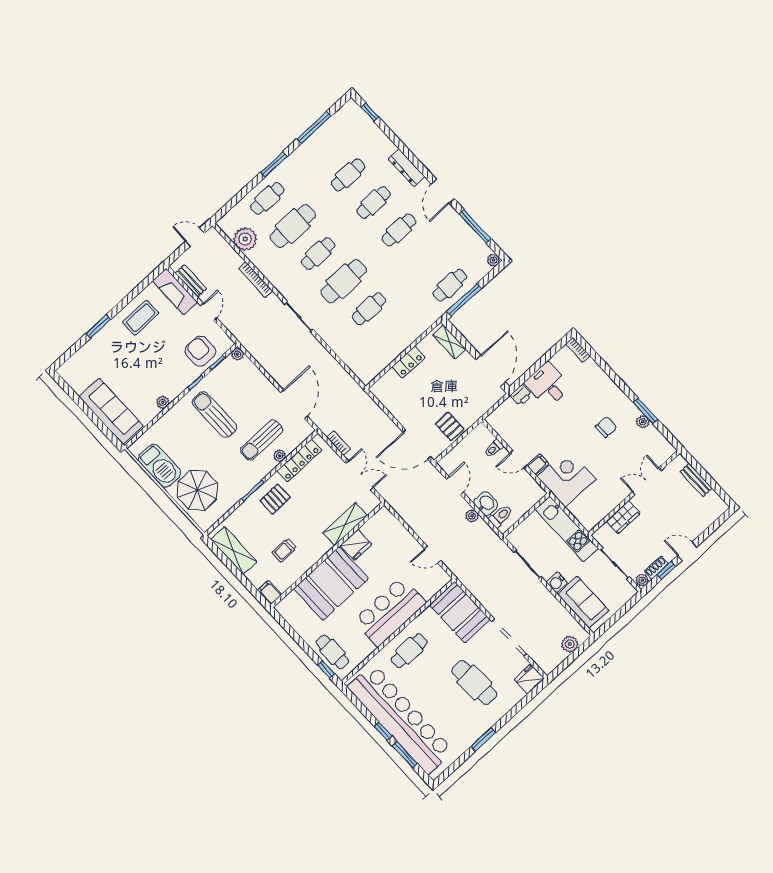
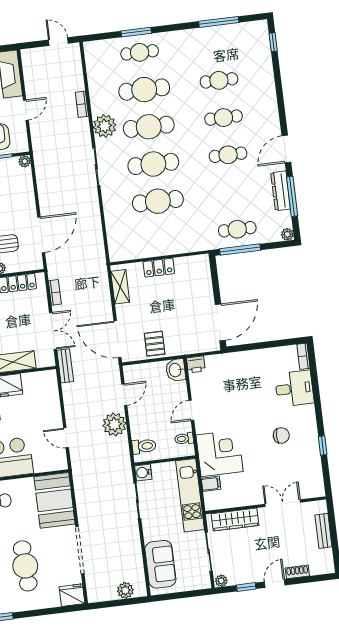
window: (274, 164) -> (136, 32), moved
dresser: (407, 168) -> (281, 191), moved
plant: (245, 239) -> (105, 126), moved
cafe table: (318, 254) -> (149, 127), width x1.37, depth x1.35
bookcase: (256, 280) -> (82, 104), width x0.64
bench: (191, 281) -> (65, 366), moved
cafe table: (369, 309) -> (158, 201), width x1.37, depth x1.35
shelving: (449, 342) -> (120, 287), moved
desk: (548, 385) -> (294, 389), moved, turned 90
printer: (521, 395) -> (196, 364), moved
window: (646, 411) -> (323, 445), width x0.67
plant: (643, 422) -> (314, 452), removed
toilet: (494, 448) -> (184, 439), moved
door: (518, 459) -> (191, 410), hinge flipped
filing cabinet: (538, 464) -> (211, 484), moved
washbasin: (486, 504) -> (176, 370), moved, turned 180
plant: (472, 516) -> (114, 424), width x1.88, depth x1.88
wardrobe: (623, 517) -> (235, 520), width x1.50
door: (687, 551) -> (275, 584), hinge flipped
shoe rack: (656, 568) -> (297, 572), moved
water cooler: (557, 582) -> (143, 473), moved

